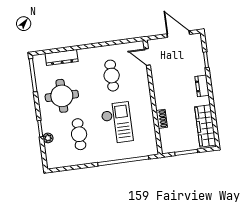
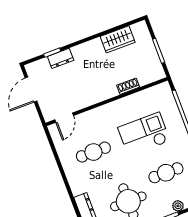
dresser: (202, 86) -> (61, 58), moved
wardrobe: (205, 126) -> (118, 39), width x0.67

